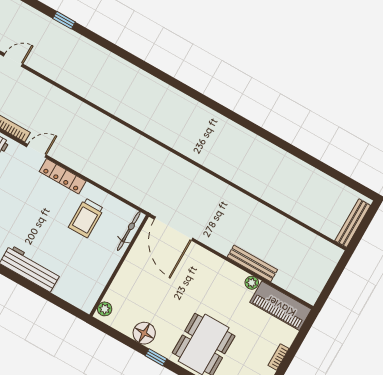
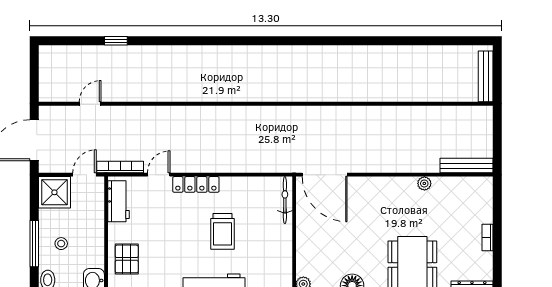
trolley: (86, 218) -> (223, 231), moved
bench: (252, 263) -> (466, 166), moved
piano: (281, 306) -> (463, 190), removed

